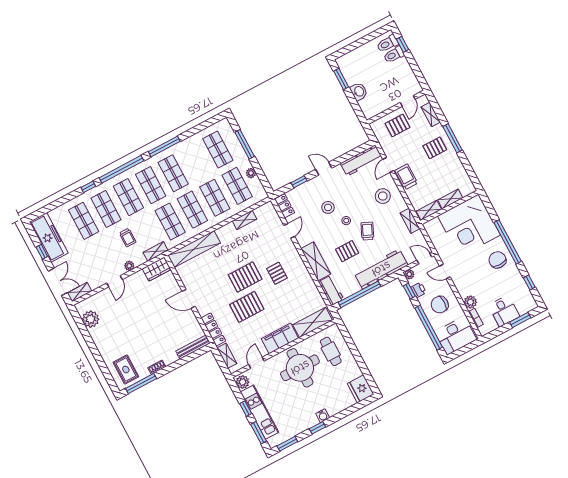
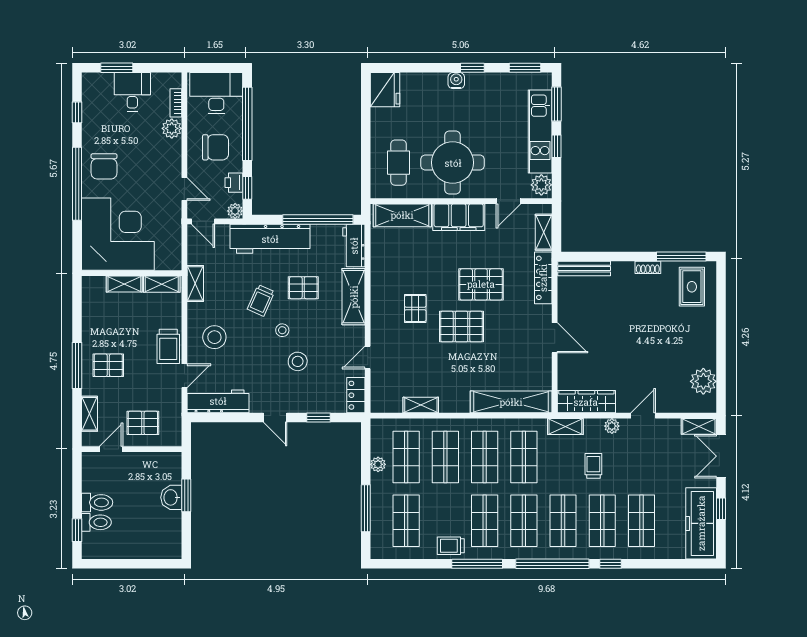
toilet: (388, 44) -> (97, 502), moved
window: (341, 79) -> (186, 495), moved
trolley: (185, 149) -> (451, 546), added
wardrobe: (157, 269) -> (586, 402), width x1.50

